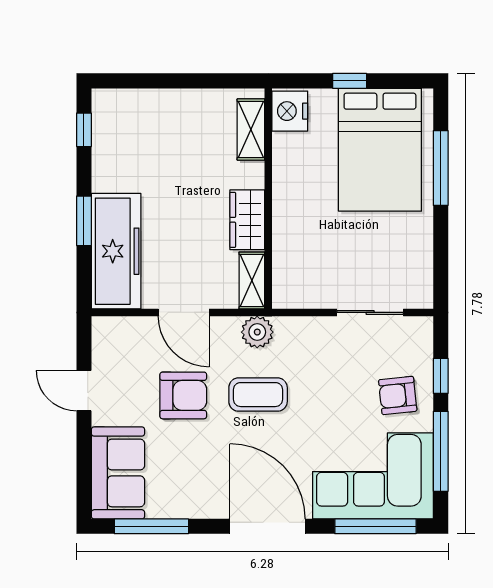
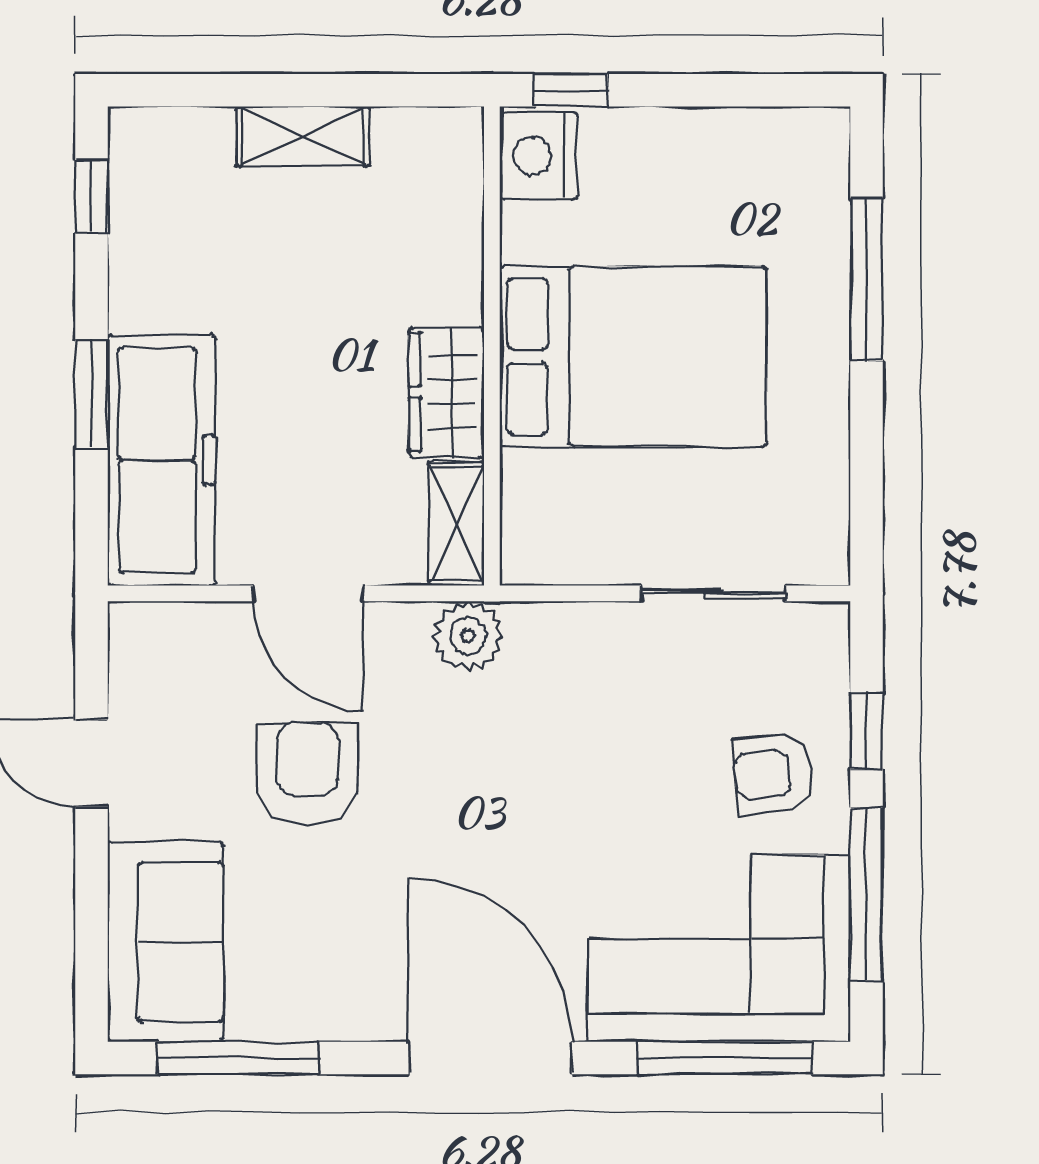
window: (350, 81) -> (571, 90), moved
shelving: (251, 129) -> (303, 136), moved, turned 90
bed: (380, 150) -> (633, 357), moved, turned -90
armchair: (183, 395) -> (307, 774), turned -90
coffee table: (258, 395) -> (470, 772), removed

